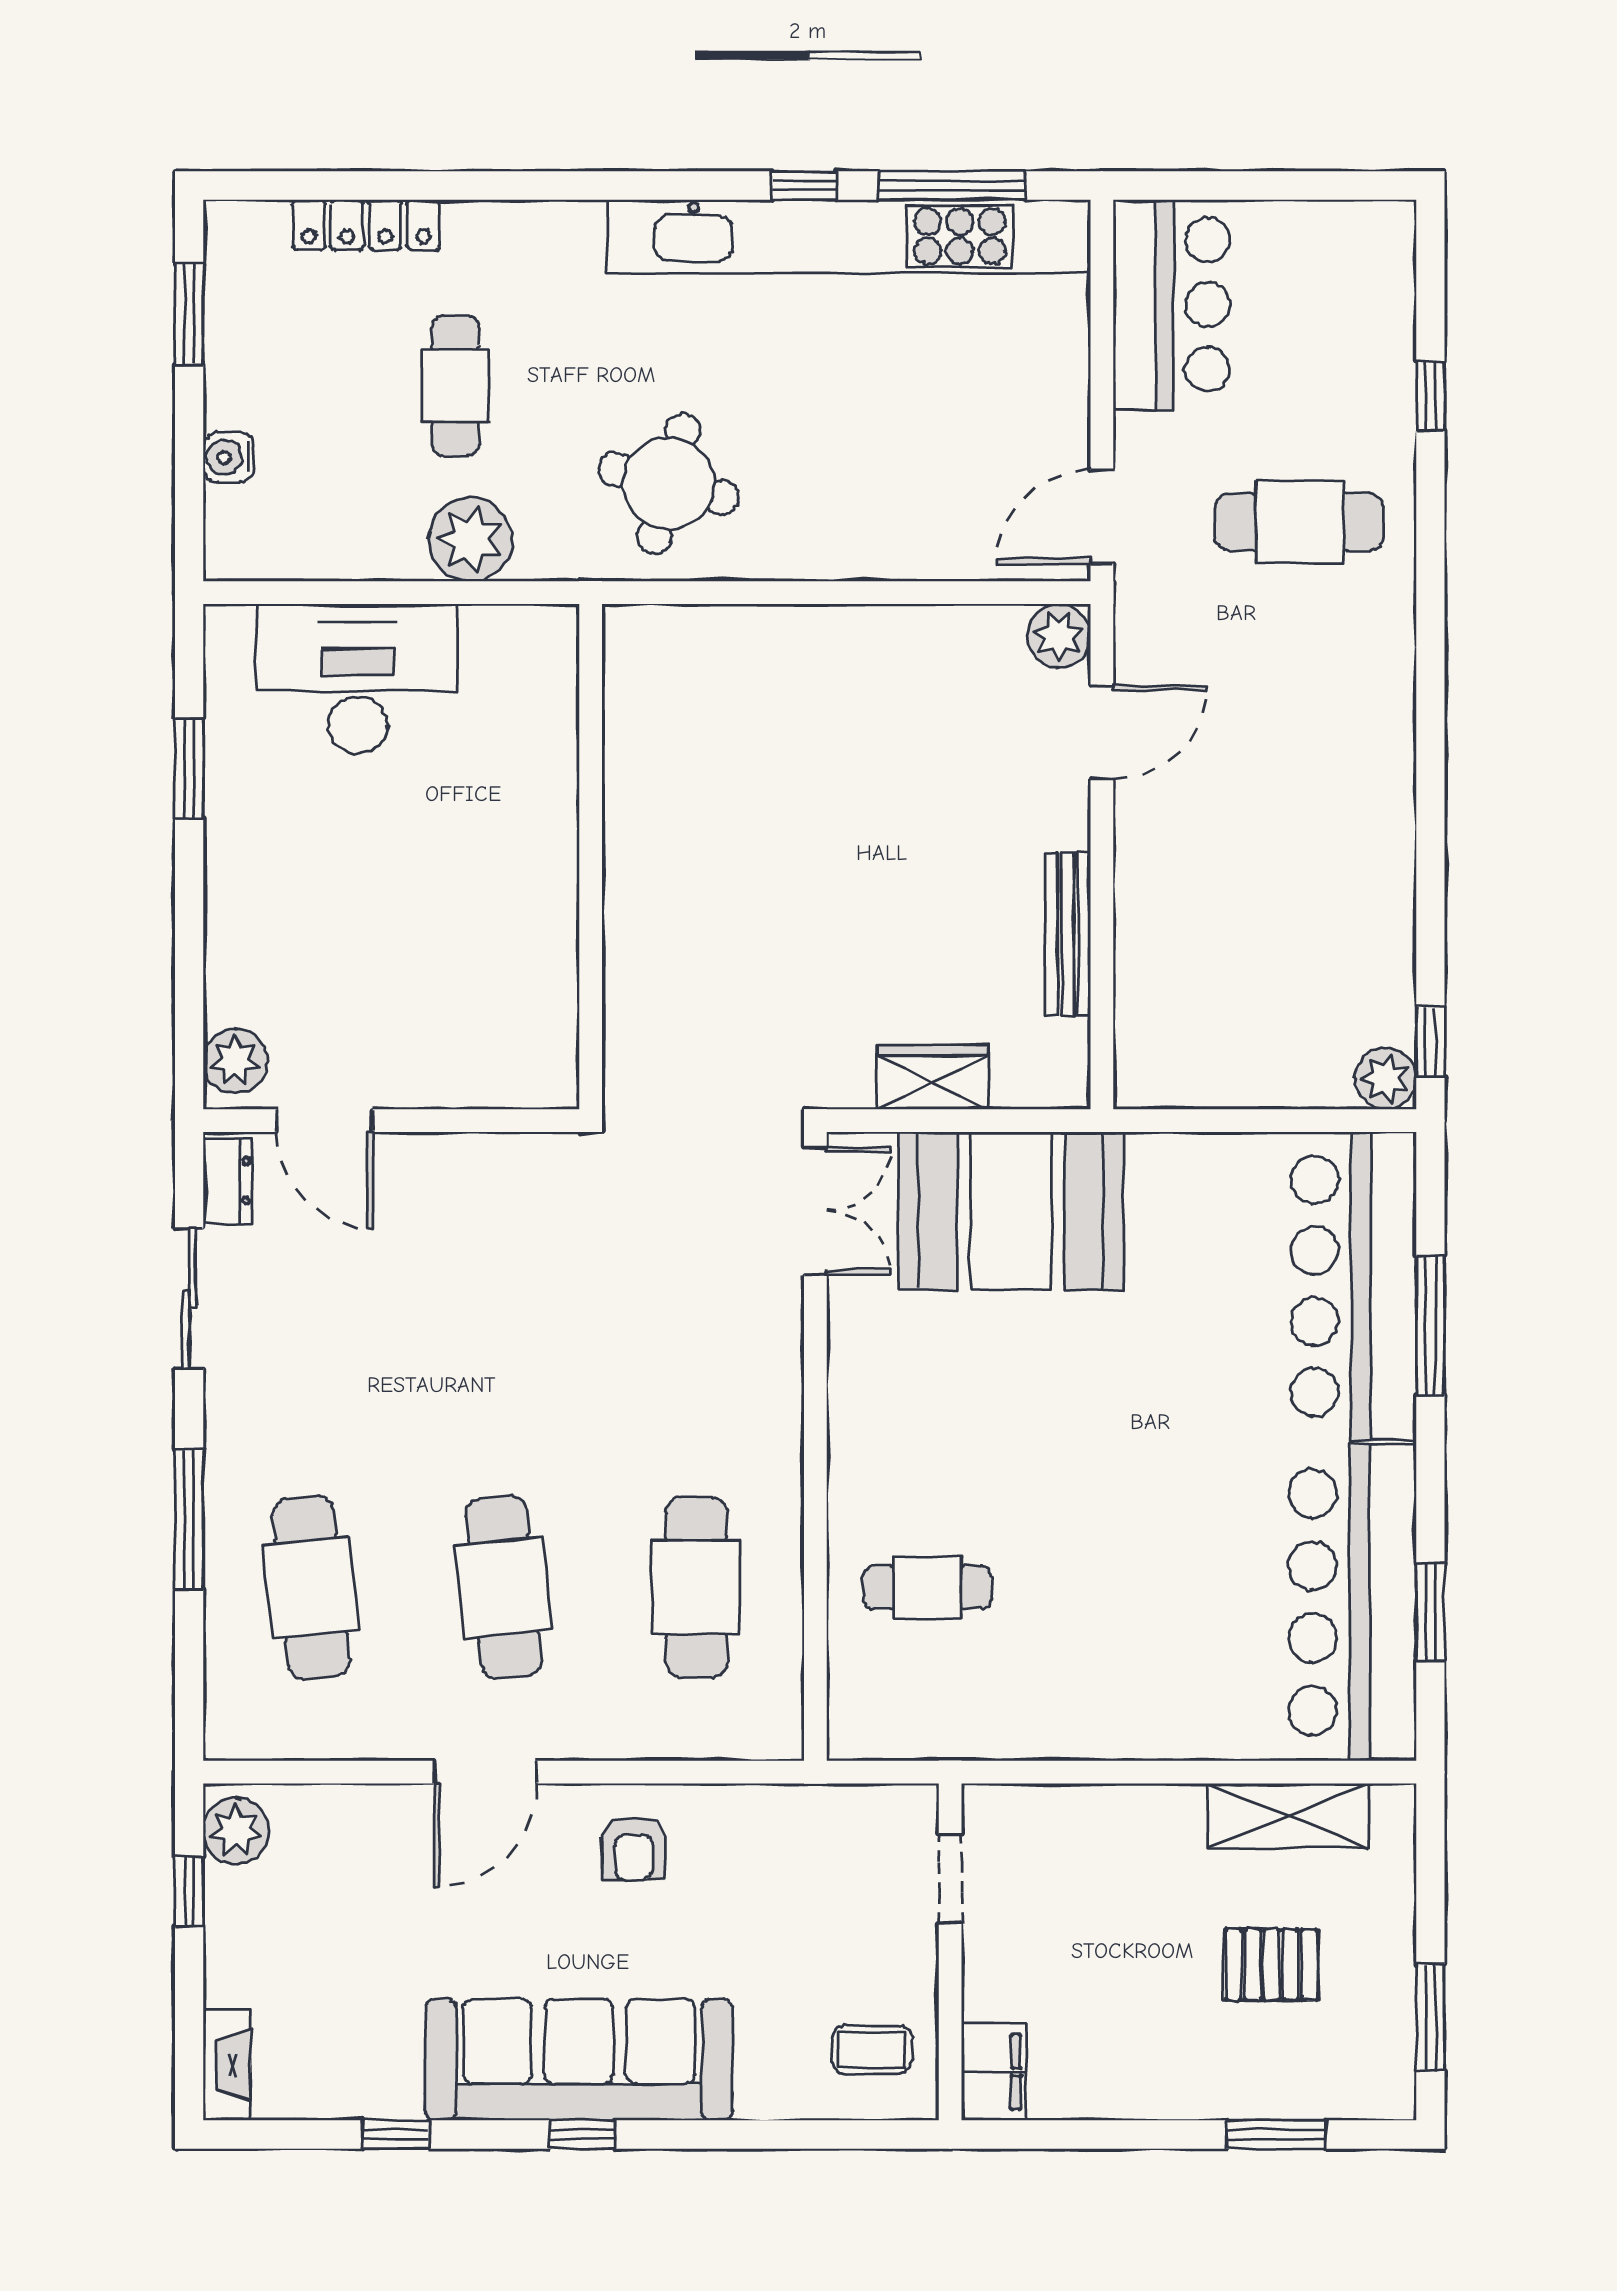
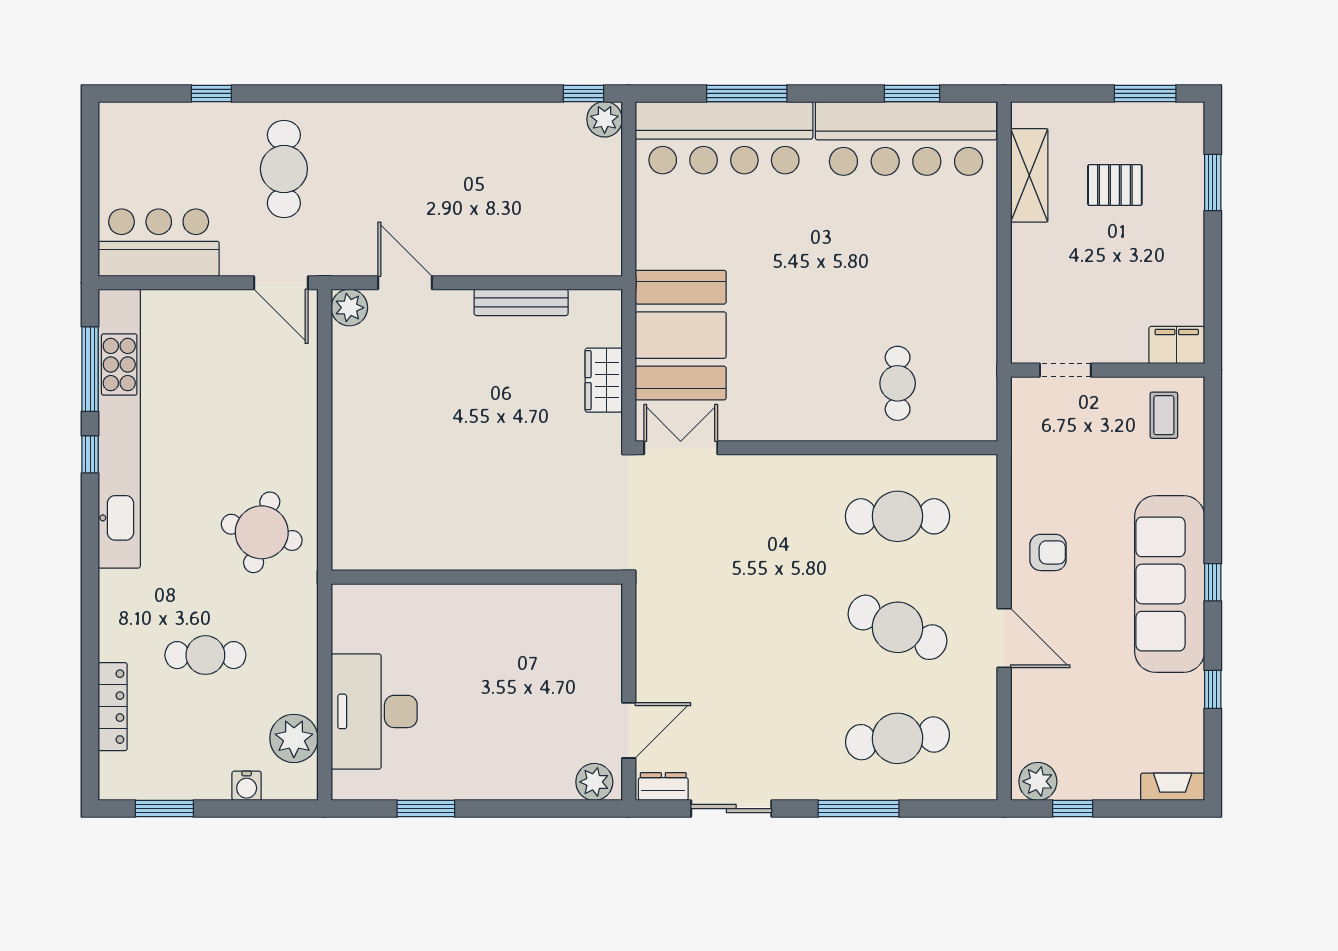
plant: (470, 540) -> (294, 738), moved
cafe table: (504, 1587) -> (897, 627), turned 30
pallet: (1271, 1965) -> (1115, 185), turned 90

